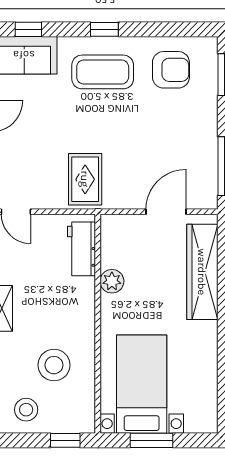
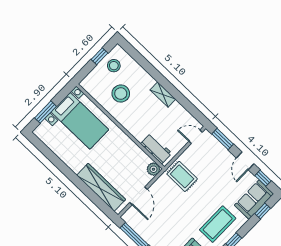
plant: (112, 281) -> (153, 169), moved
window: (65, 440) -> (99, 56), moved
window: (152, 440) -> (46, 112), moved

